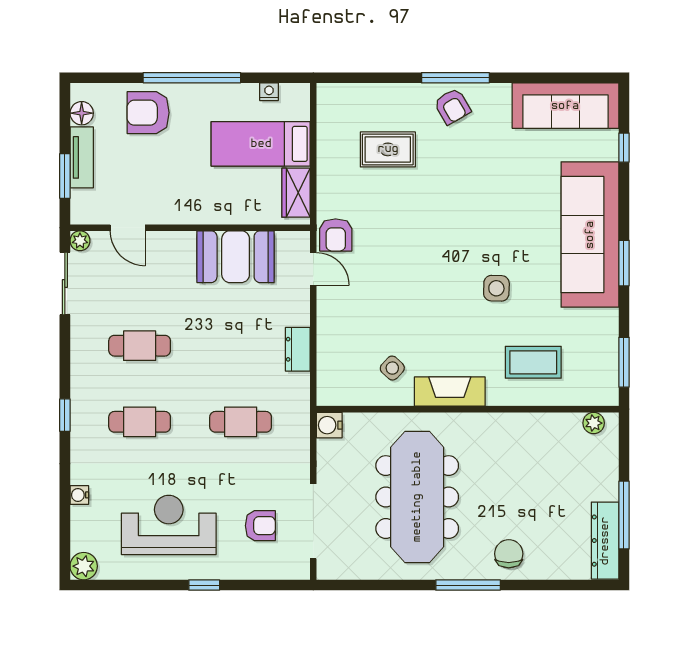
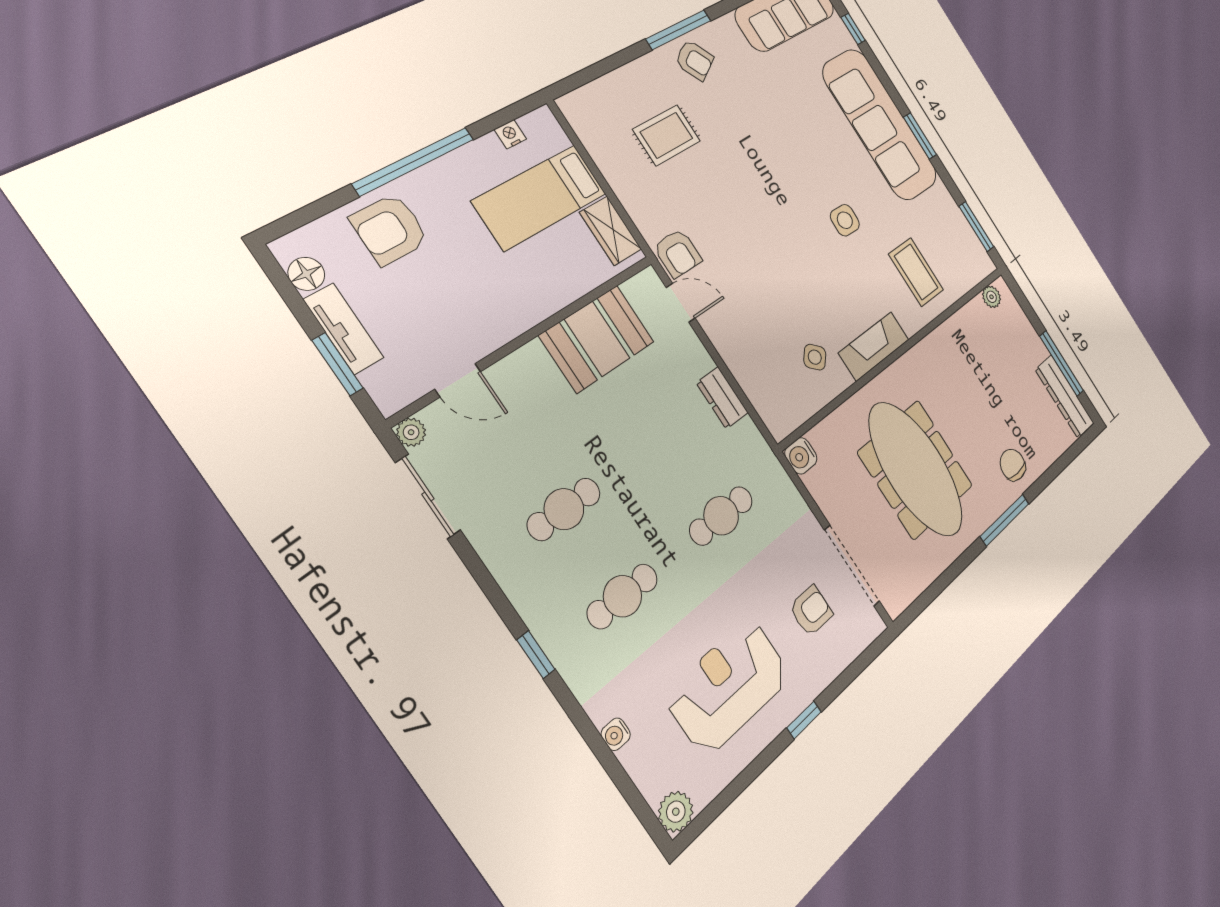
coffee table: (533, 362) -> (916, 272), turned 90

